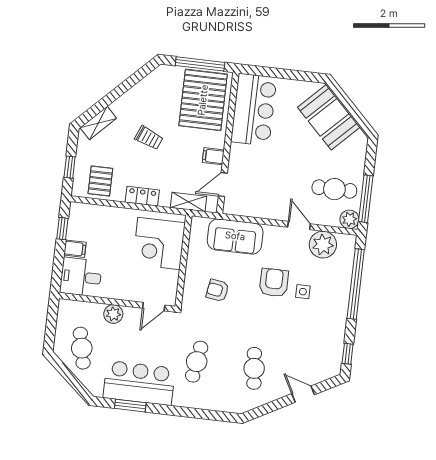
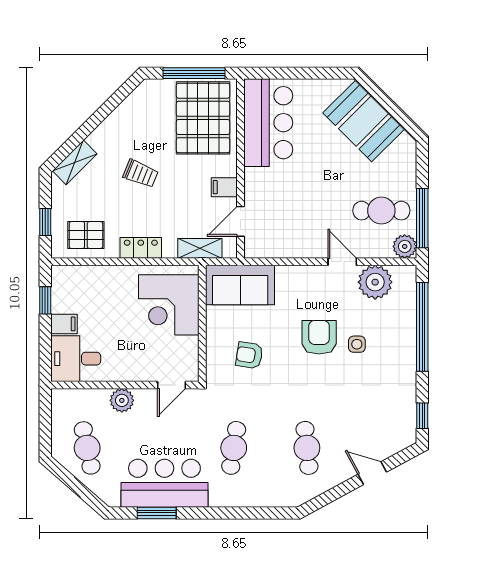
pallet: (100, 181) -> (86, 235), turned 90
sofa: (235, 236) -> (240, 285), moved

